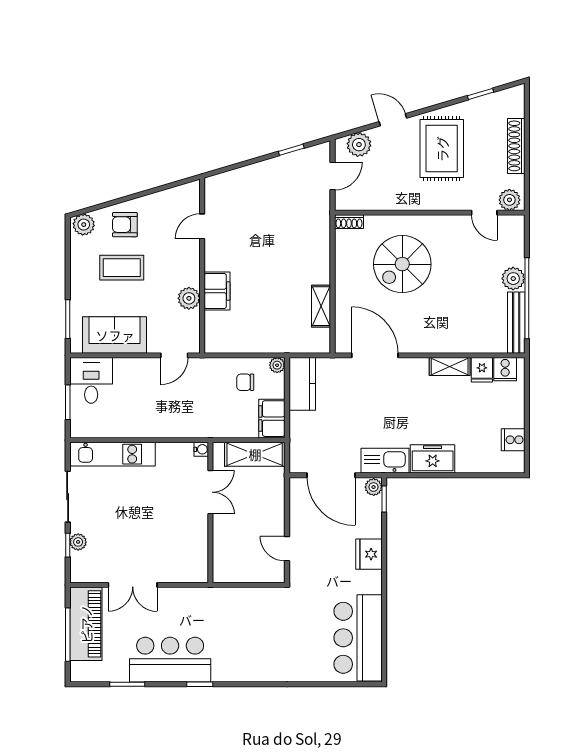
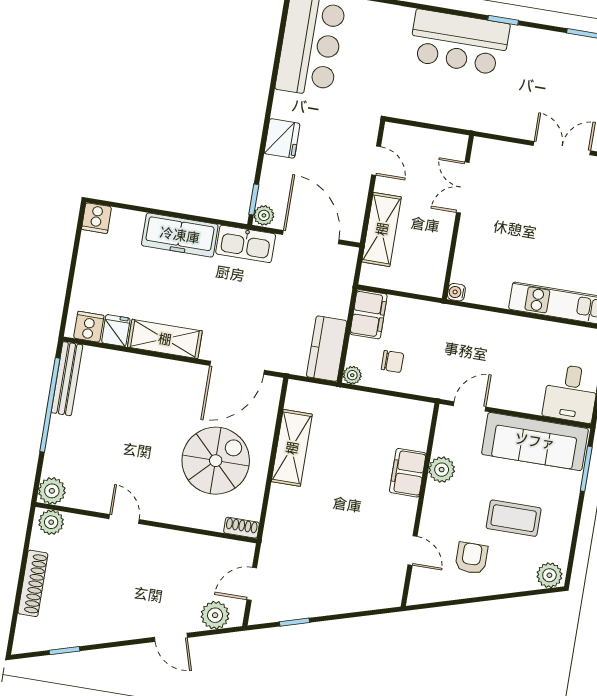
rug: (442, 149) -> (120, 595), removed
door: (484, 213) -> (124, 519), moved
armchair: (125, 225) -> (471, 558), moved, turned -90
door: (202, 226) -> (413, 551), hinge flipped
spiral stairs: (402, 264) -> (216, 461), moved
plant: (513, 279) -> (52, 491), moved
shelving: (321, 306) -> (292, 448), width x1.50, depth x1.33
sofa: (115, 335) -> (535, 441), width x1.36
door: (375, 355) -> (237, 368), hinge flipped
shelving: (450, 366) -> (165, 339), width x1.50, depth x1.33
cooker: (513, 440) -> (96, 218), moved, turned 90
shelving: (255, 454) -> (382, 229), moved, turned 90
freezer: (433, 459) -> (180, 235), width x1.40
double door: (210, 492) -> (463, 187), moved
bar counter: (170, 660) -> (459, 42), moved

